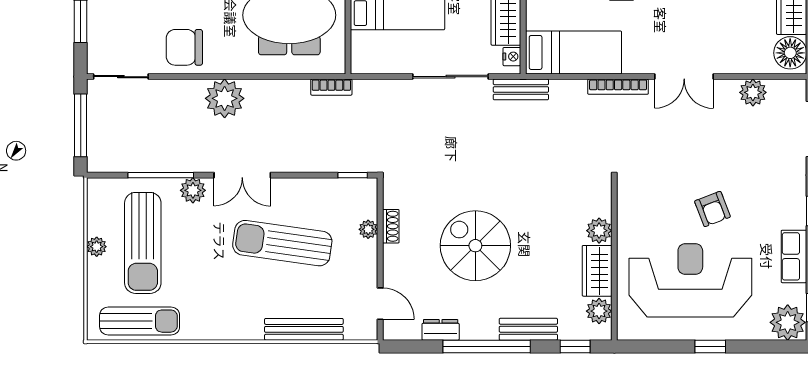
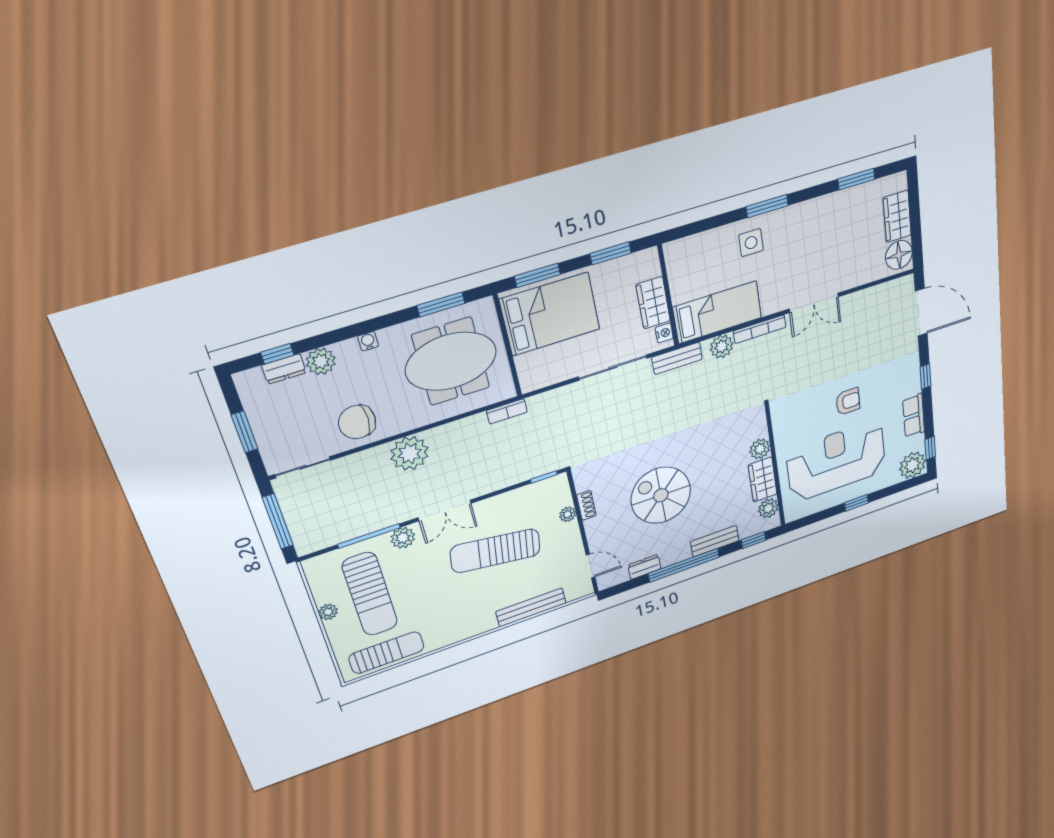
plant: (753, 92) -> (722, 347), moved
armchair: (712, 209) -> (848, 402), turned -69

